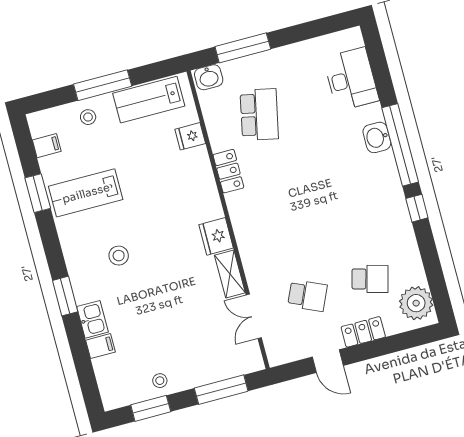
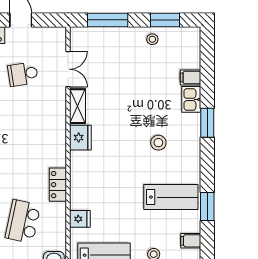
school desk: (307, 296) -> (23, 74), turned -33

